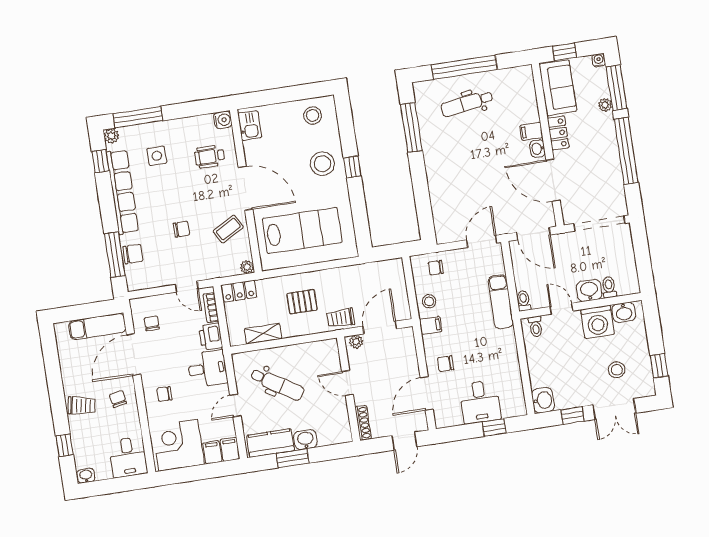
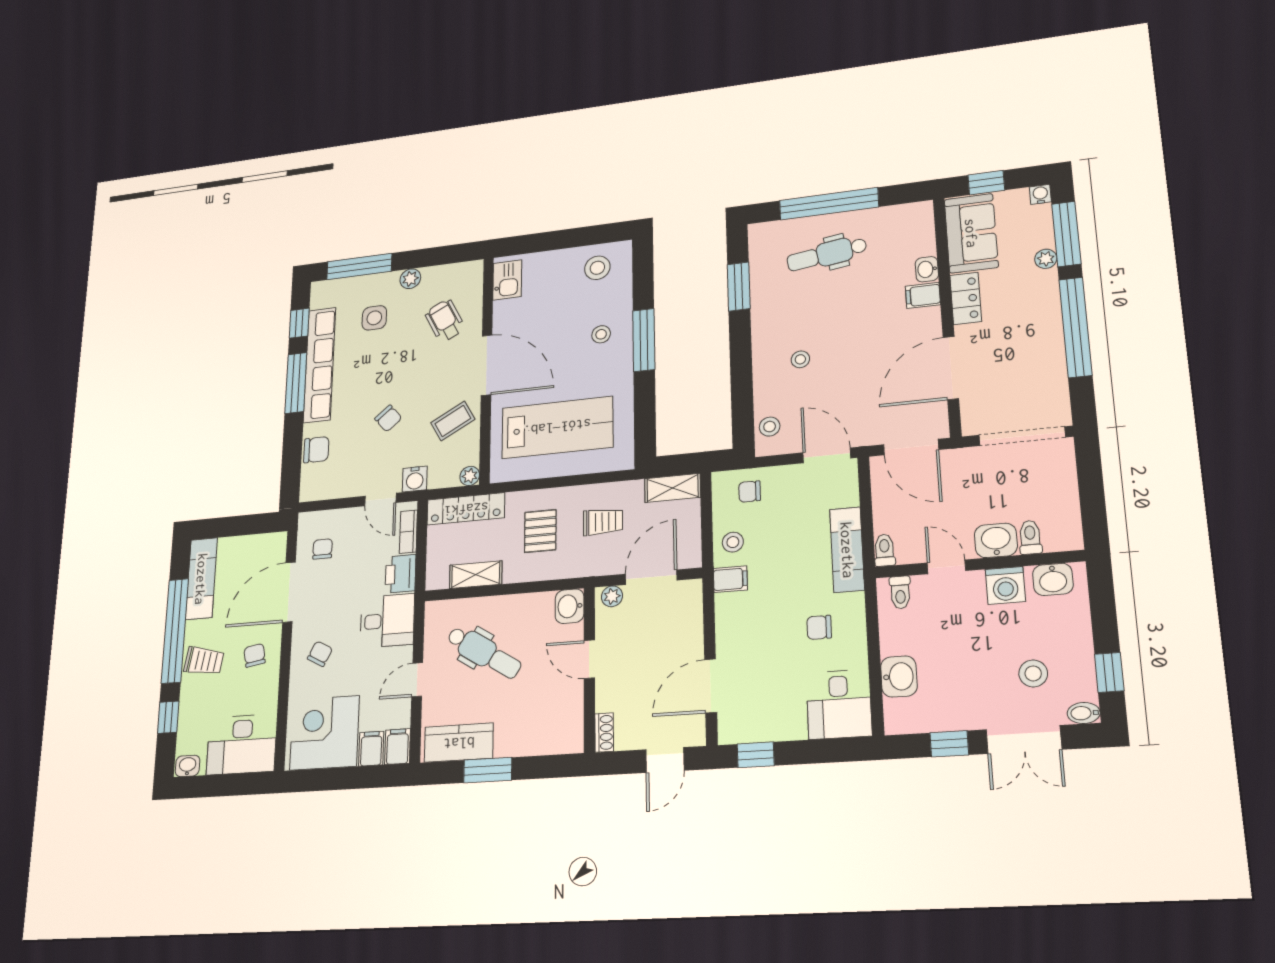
water cooler: (223, 120) -> (415, 479), moved, turned 90
window: (411, 127) -> (739, 287), width x0.69
plant: (111, 136) -> (410, 279), moved
washbasin: (538, 149) -> (927, 269), moved
wheelchair: (210, 157) -> (445, 321), turned 63
stool: (322, 164) -> (601, 334), width x0.53, depth x0.53
window: (352, 167) -> (644, 340), width x2.17
stool: (458, 177) -> (800, 359), added
door: (553, 180) -> (951, 368), hinge flipped
stool: (443, 224) -> (770, 427), added
chair: (181, 229) -> (388, 418), turned 50
door: (482, 241) -> (827, 455), hinge flipped
window: (115, 255) -> (296, 383), moved
shelving: (386, 268) -> (673, 488), added
locker: (239, 291) -> (466, 509), width x1.53
pallet: (302, 302) -> (540, 531), turned 90
trolley: (341, 318) -> (603, 522), moved, turned 180
washing machine: (597, 322) -> (1005, 585), width x0.73, depth x0.73
exam couch: (97, 327) -> (201, 579), moved, turned -90
chair: (446, 364) -> (819, 627), moved
window: (56, 387) -> (175, 631), added
bidet: (646, 391) -> (1084, 713), added
chair: (164, 394) -> (320, 654), turned 118
washbasin: (543, 400) -> (899, 677), moved
desk: (480, 402) -> (839, 704), moved
shoe rack: (363, 423) -> (604, 733), width x0.70
window: (494, 427) -> (756, 755), moved
washbasin: (305, 440) -> (570, 606), moved, turned -90
desk: (128, 457) -> (242, 744), width x1.37

